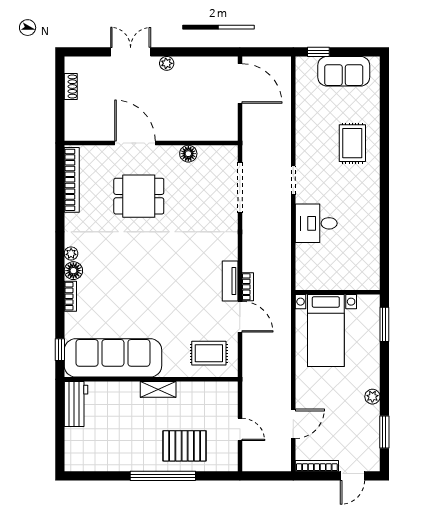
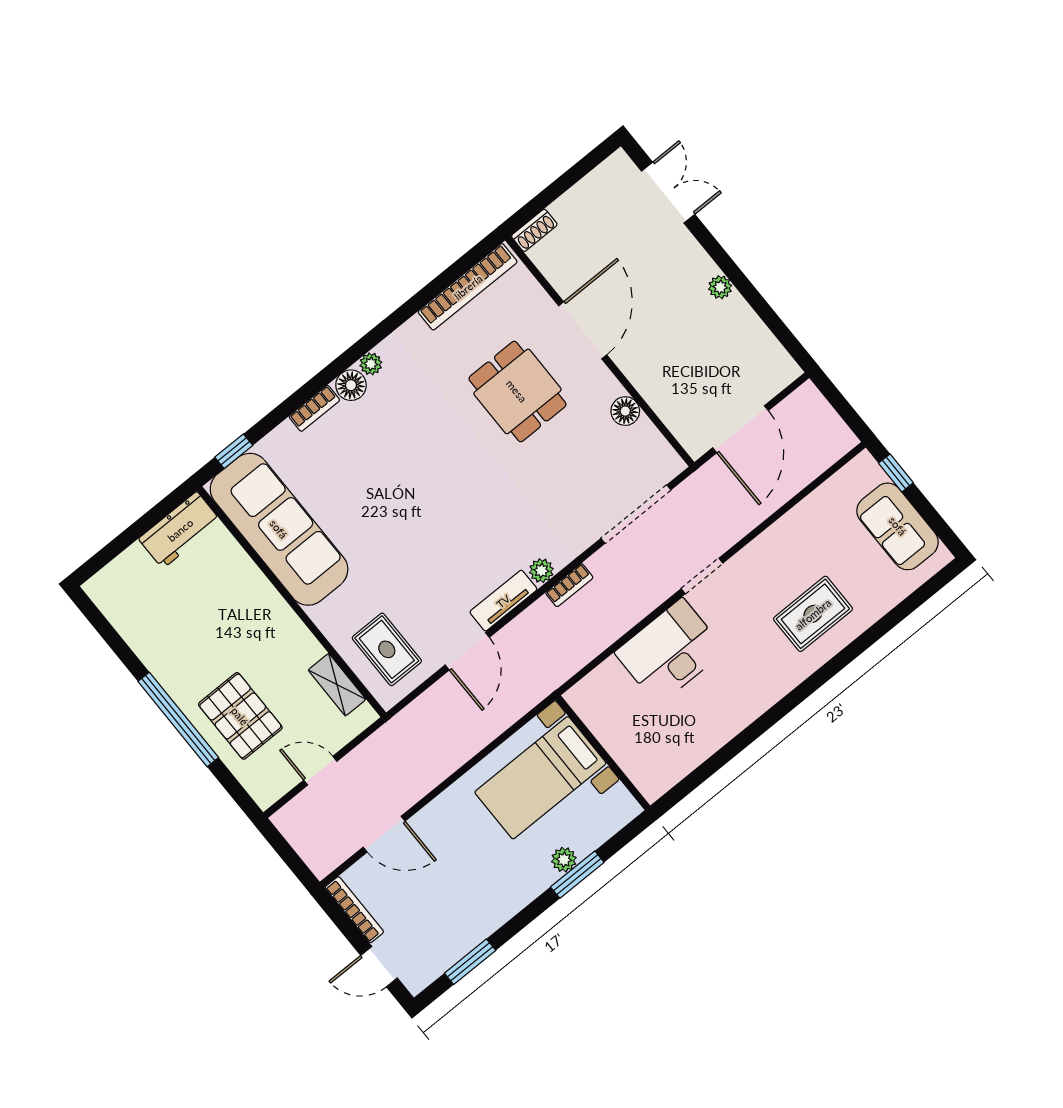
double door: (131, 52) -> (668, 193), moved
door: (240, 83) -> (741, 429), moved
shoe rack: (71, 87) -> (534, 230), moved
desk: (316, 223) -> (670, 652), width x1.37
plant: (230, 252) -> (541, 571), added
bookcase: (248, 287) -> (569, 585), moved
window: (384, 324) -> (577, 875), moved
shelving: (158, 389) -> (337, 685), moved
plant: (372, 397) -> (564, 860), moved
door: (240, 429) -> (320, 771), swing flipped

